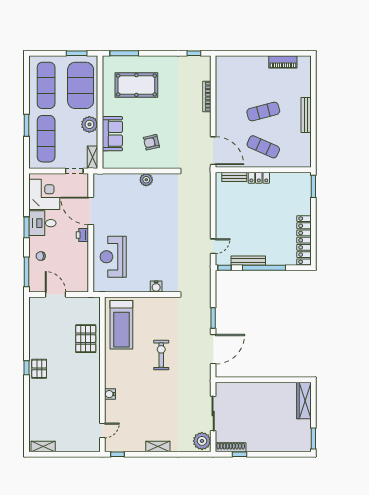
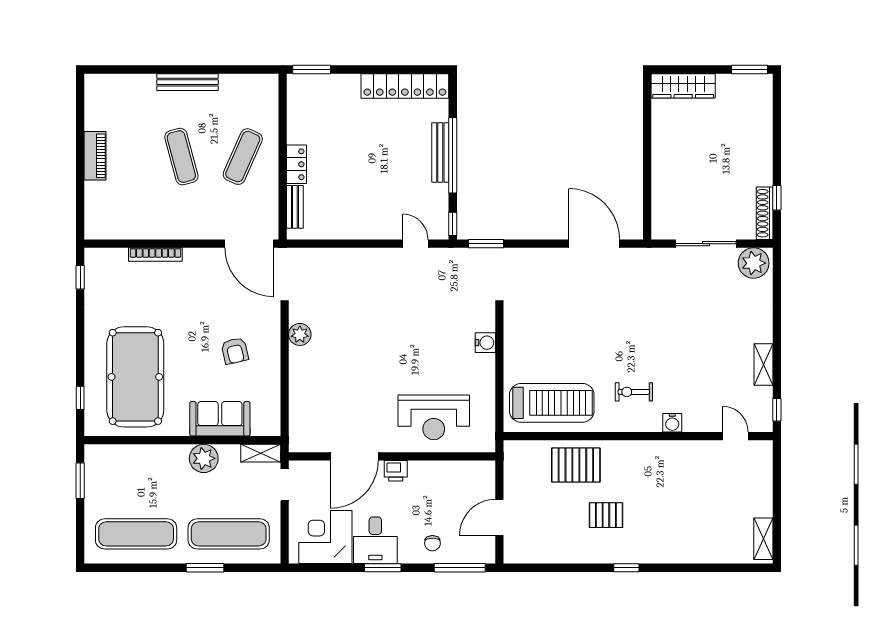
window: (124, 53) -> (80, 398), width x0.46
piano: (283, 62) -> (95, 156), moved
exercise mat: (81, 85) -> (136, 474), removed
pool table: (136, 85) -> (135, 377), width x1.36, depth x1.32
door: (213, 151) -> (249, 244), swing flipped
plant: (146, 180) -> (300, 334), moved
bench: (248, 261) -> (440, 153), moved
window: (213, 318) -> (486, 244), moved
exercise bike: (161, 355) -> (634, 392), moved, width x0.73, depth x0.72
pallet: (39, 369) -> (606, 515), moved
shelving: (158, 447) -> (763, 364), moved

